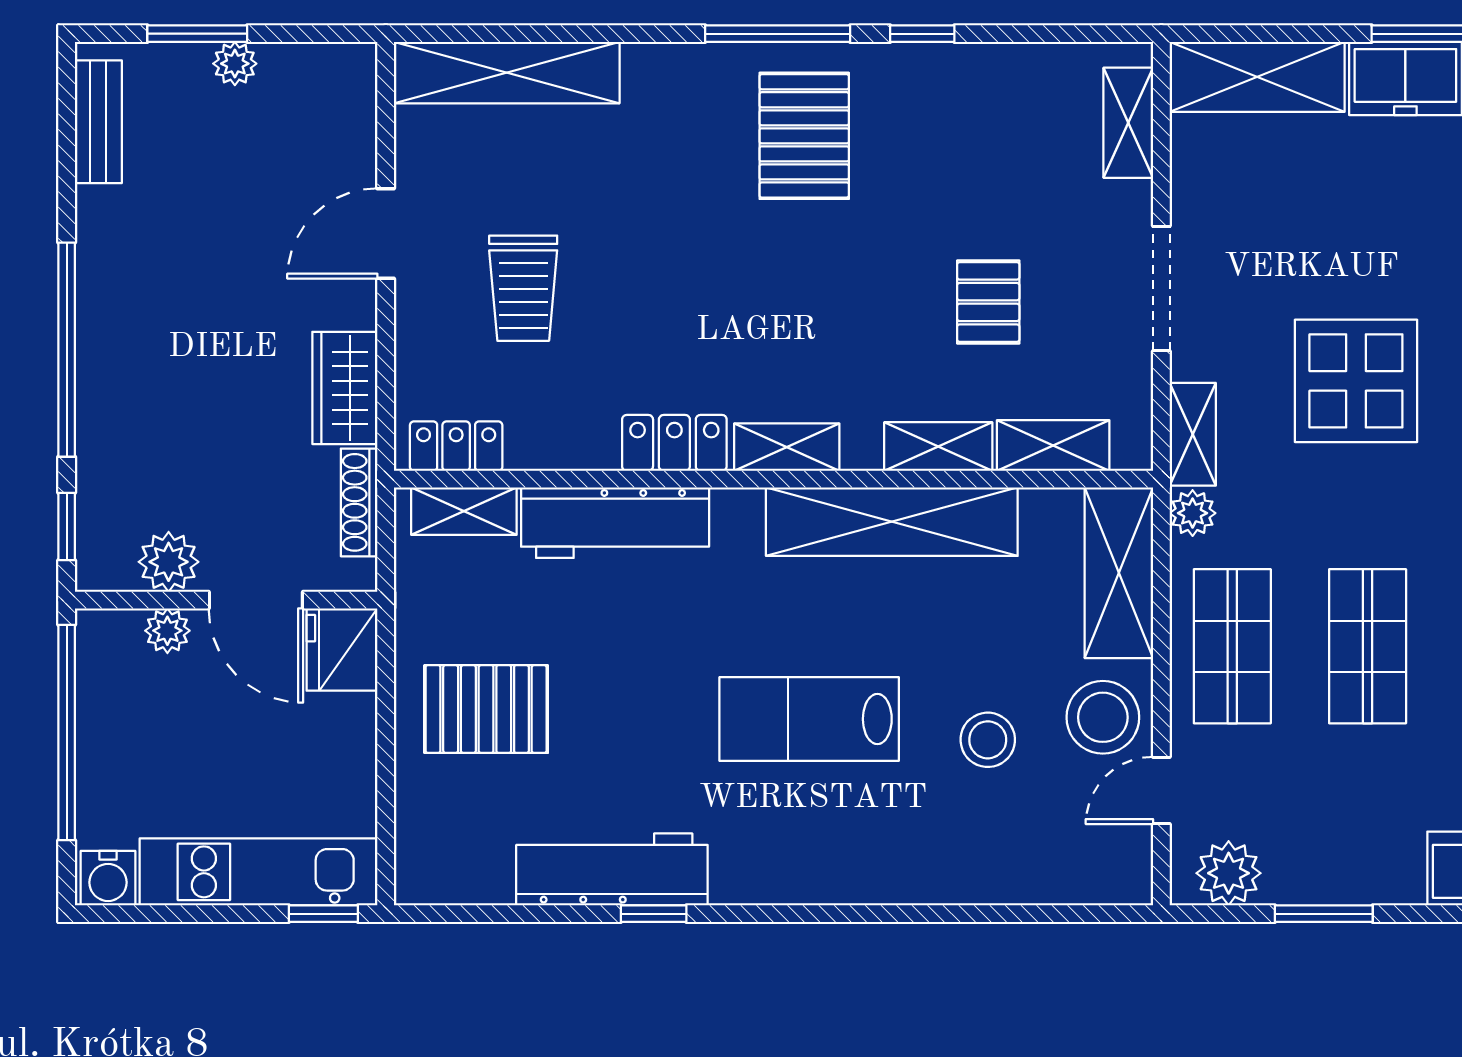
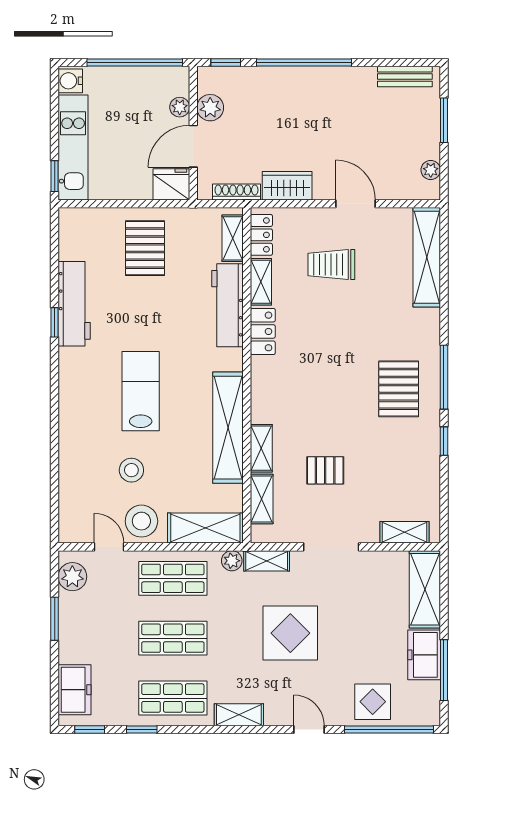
plant: (235, 64) -> (431, 170), moved
pallet: (804, 136) -> (399, 389), turned 90
shelving: (787, 447) -> (261, 282), moved

